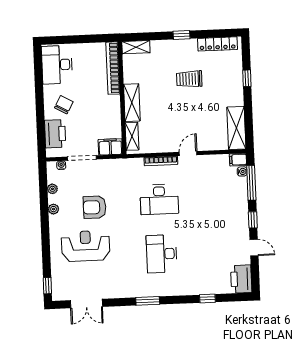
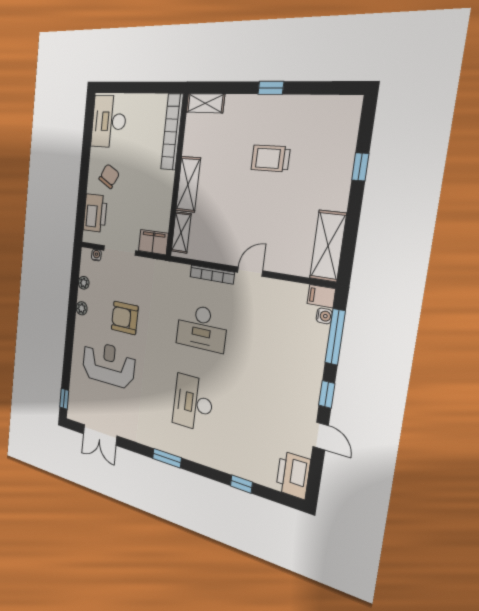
locker: (217, 44) -> (323, 106), removed

